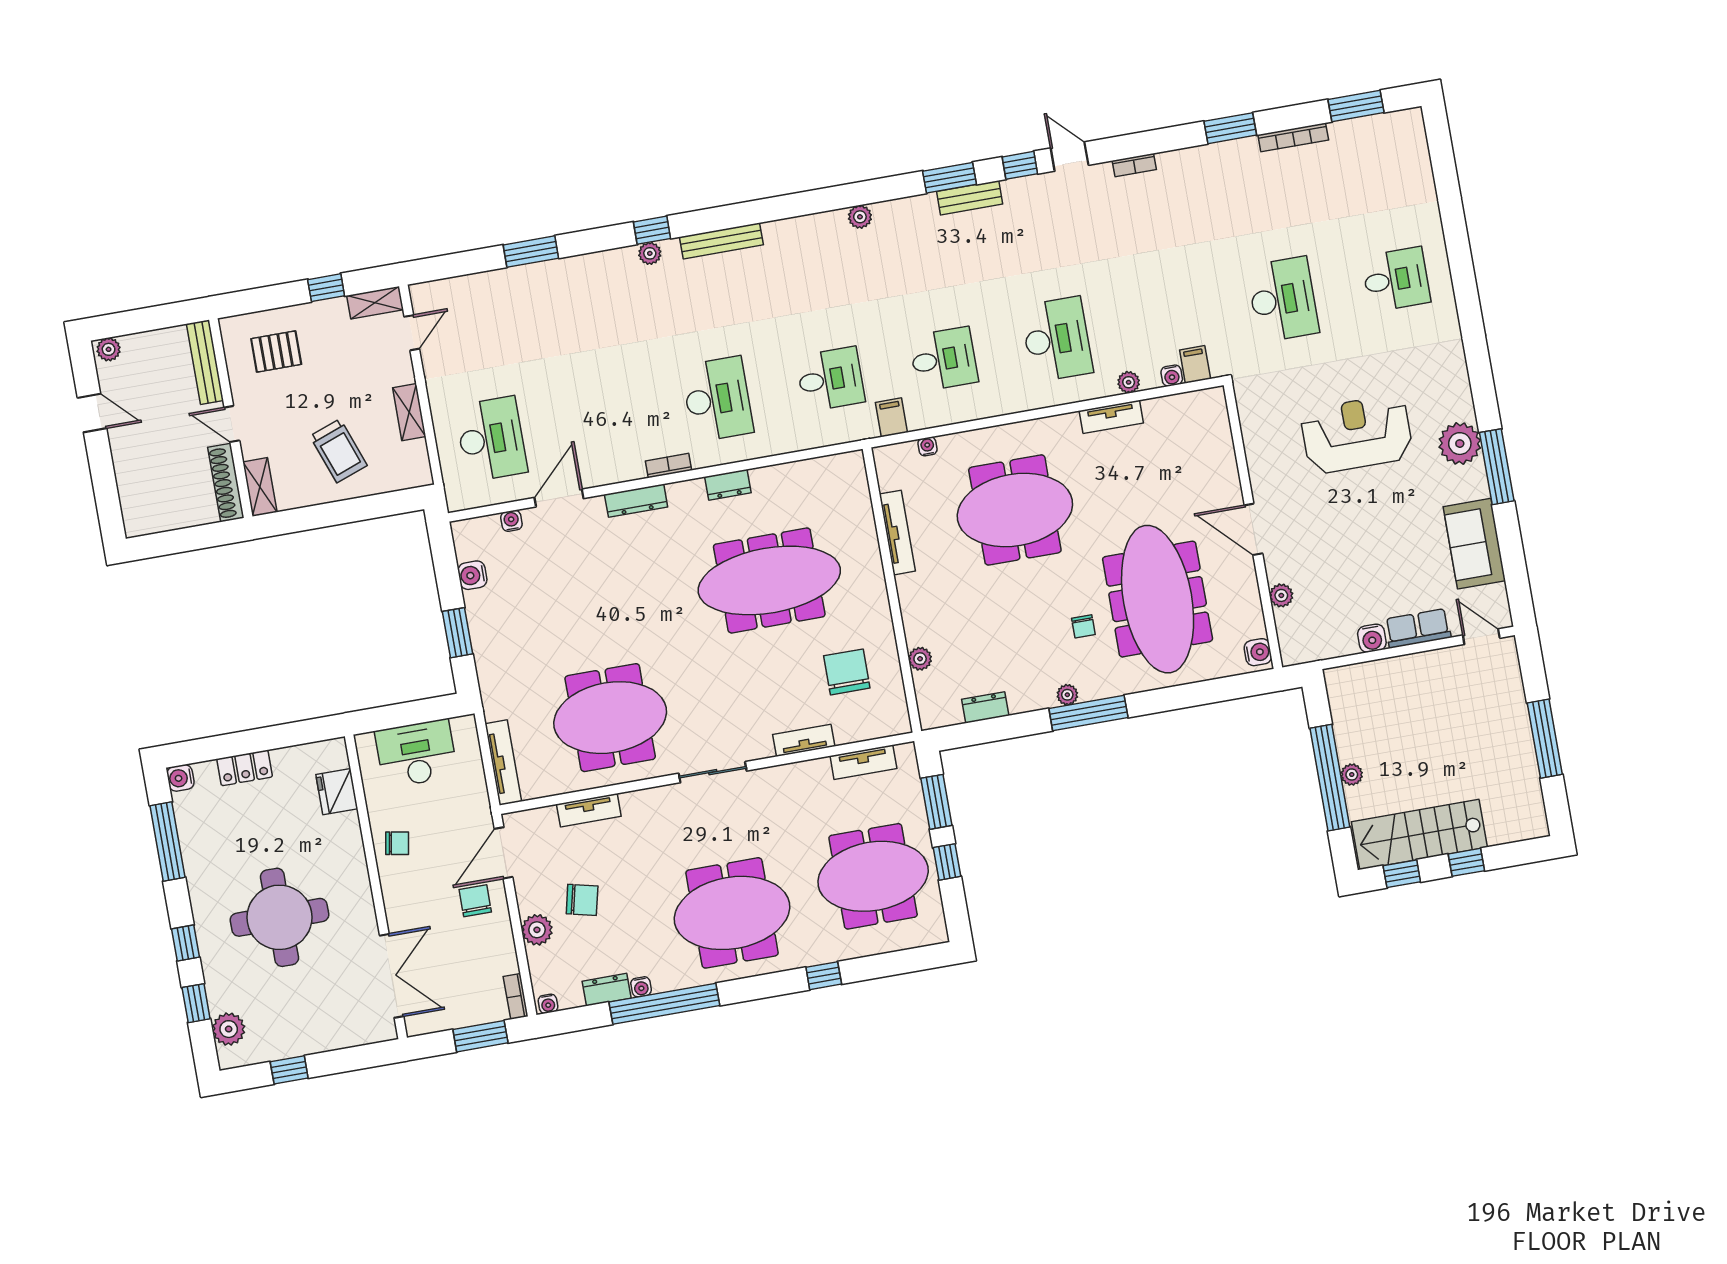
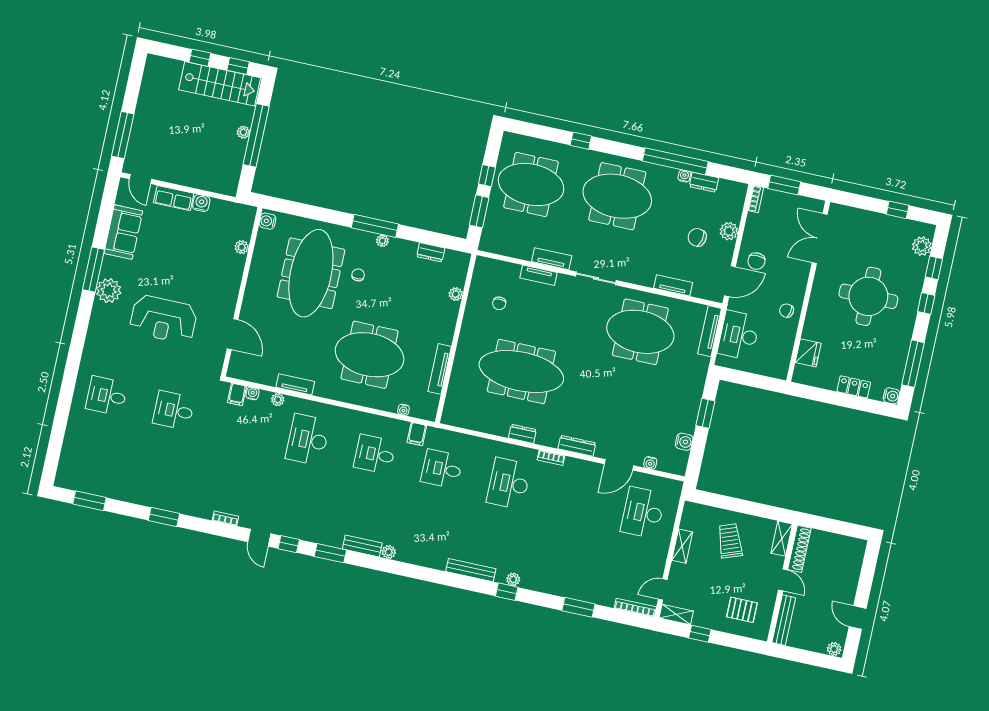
bookcase: (1293, 137) -> (635, 608), moved
bench: (970, 198) -> (362, 546), moved
desk: (1283, 299) -> (174, 410), width x0.73
door: (1253, 529) -> (232, 334), moved
chair: (847, 672) -> (499, 303), width x0.54, depth x0.54
window: (1545, 739) -> (123, 135), moved
desk: (416, 754) -> (739, 335), moved, turned 90
tv unit: (863, 762) -> (552, 259), moved
water cooler: (548, 1004) -> (740, 188), removed

